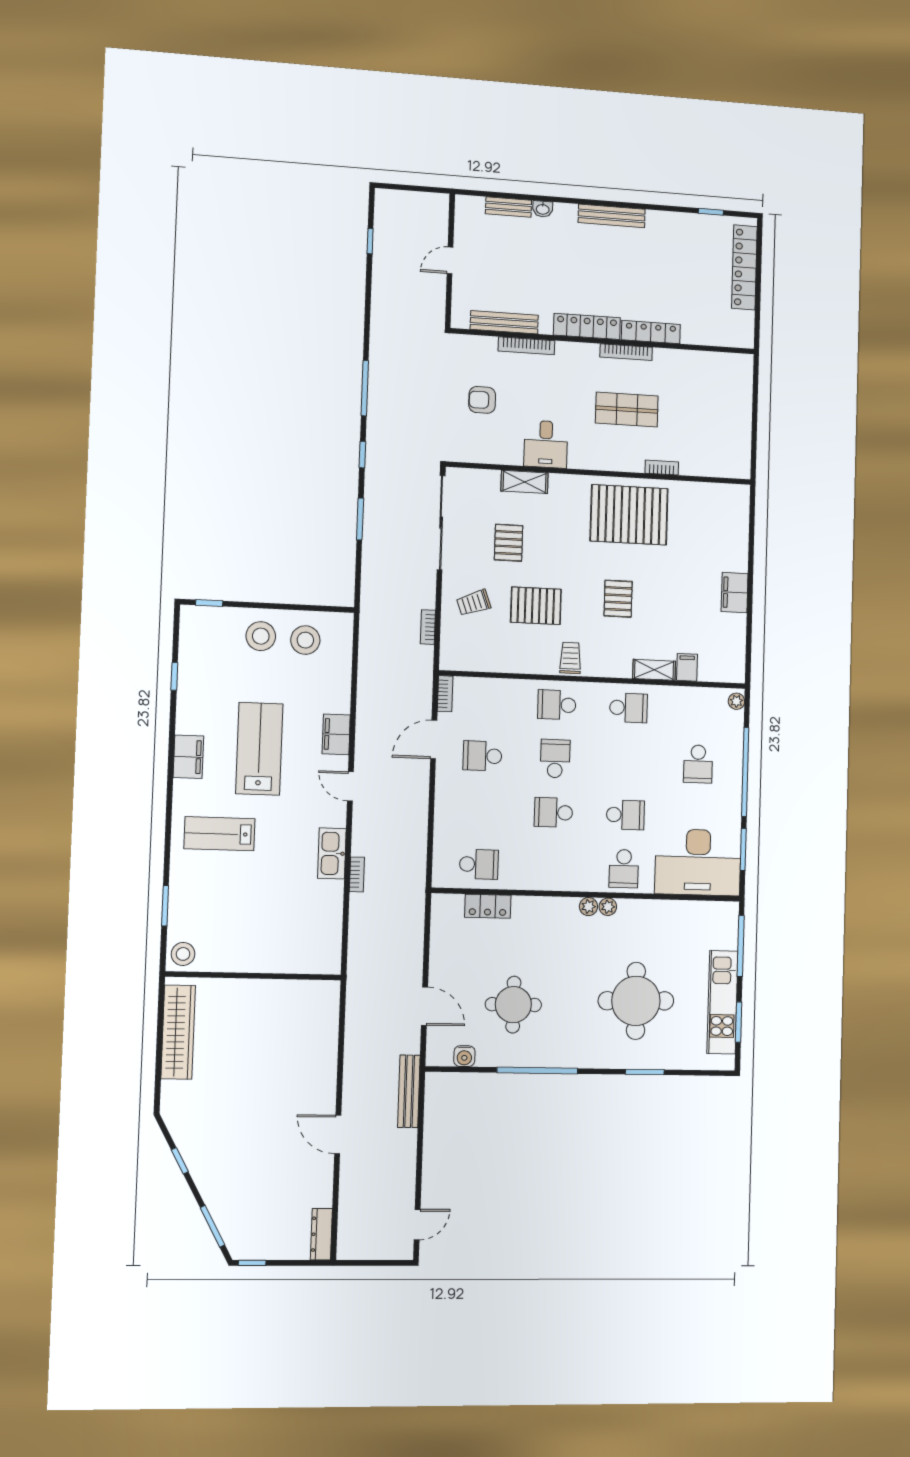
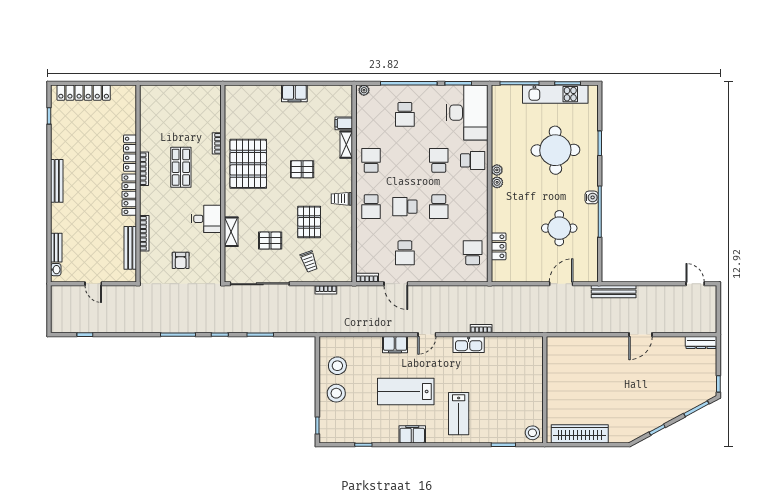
washbasin: (543, 209) -> (56, 270), moved
school desk: (698, 764) -> (405, 114), turned 90
water cooler: (464, 1056) -> (592, 197), moved

